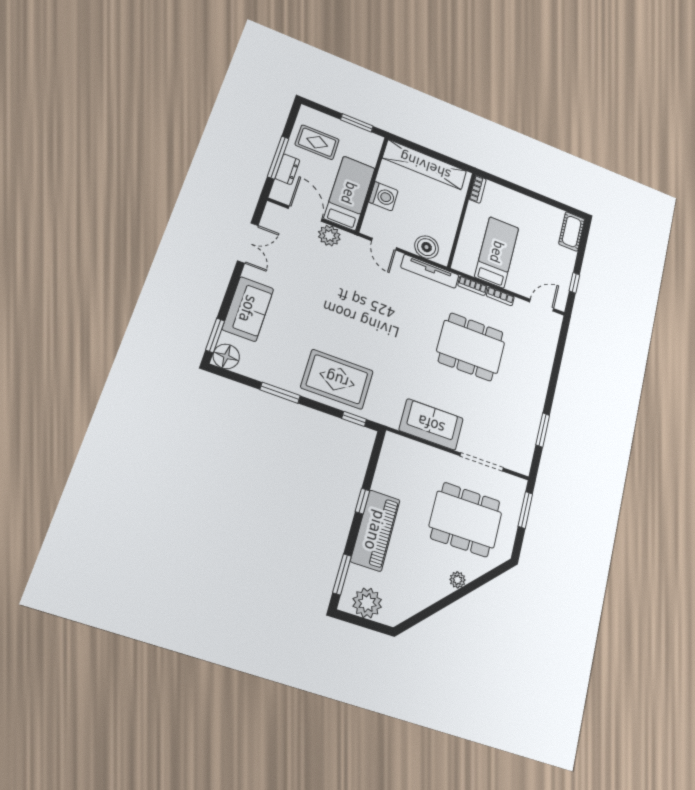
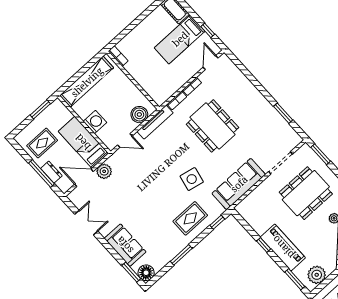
bed: (497, 252) -> (180, 39), moved, turned -90
dining table: (471, 347) -> (212, 126), turned 90
side table: (389, 354) -> (192, 179), added
rug: (337, 379) -> (190, 218), width x0.73, depth x0.70
sofa: (431, 424) -> (239, 184), width x1.36

